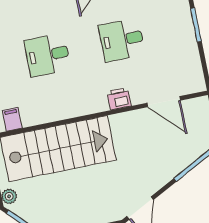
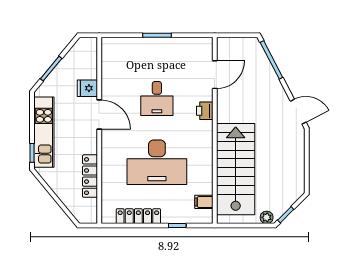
desk: (47, 55) -> (157, 162), width x1.87, depth x1.30

